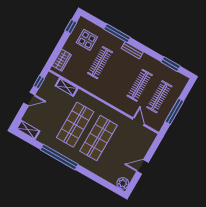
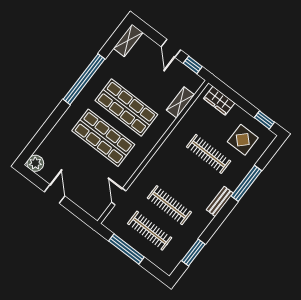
door: (138, 122) -> (119, 197), swing flipped

